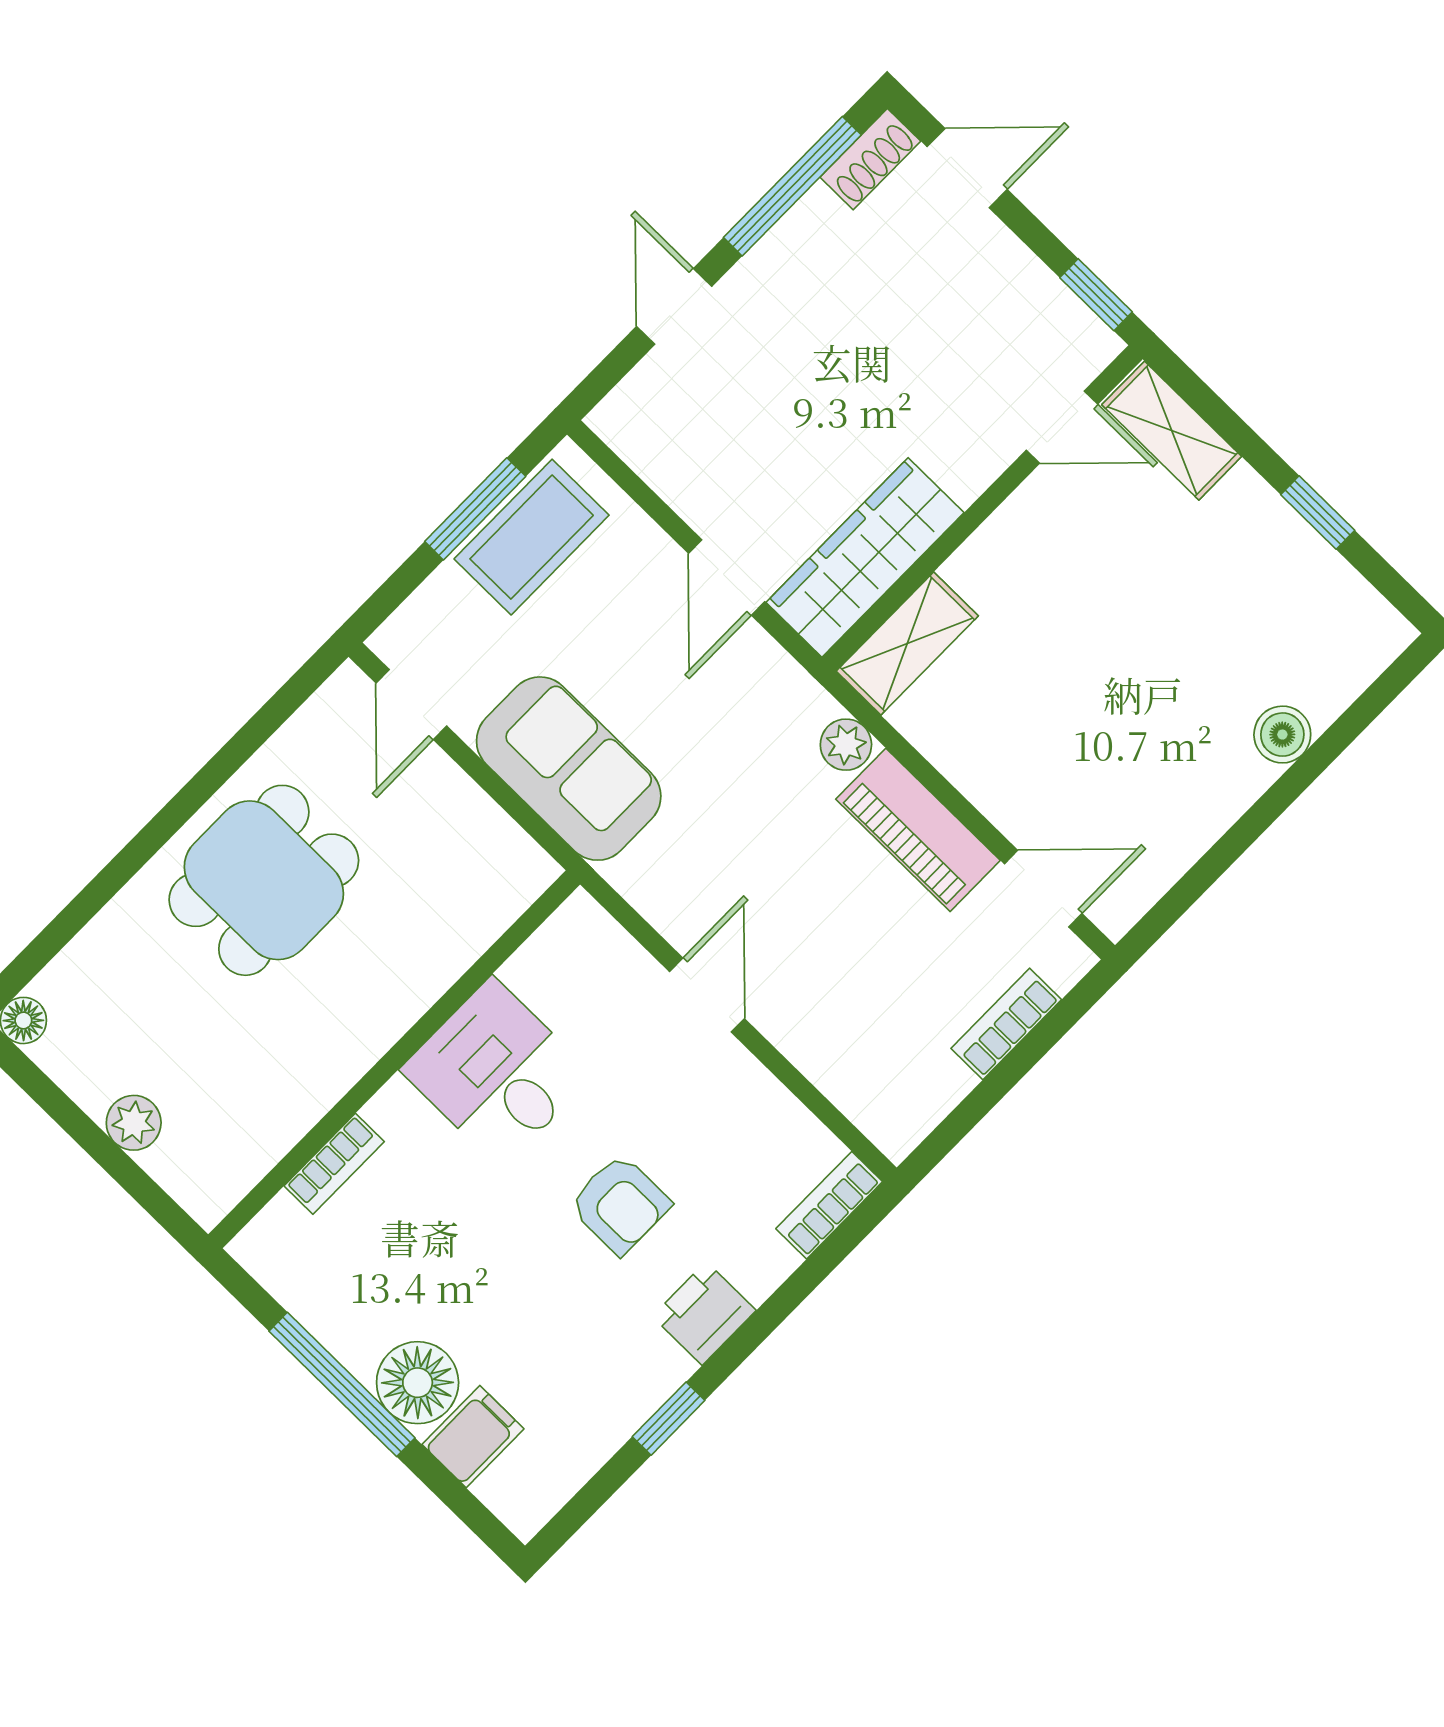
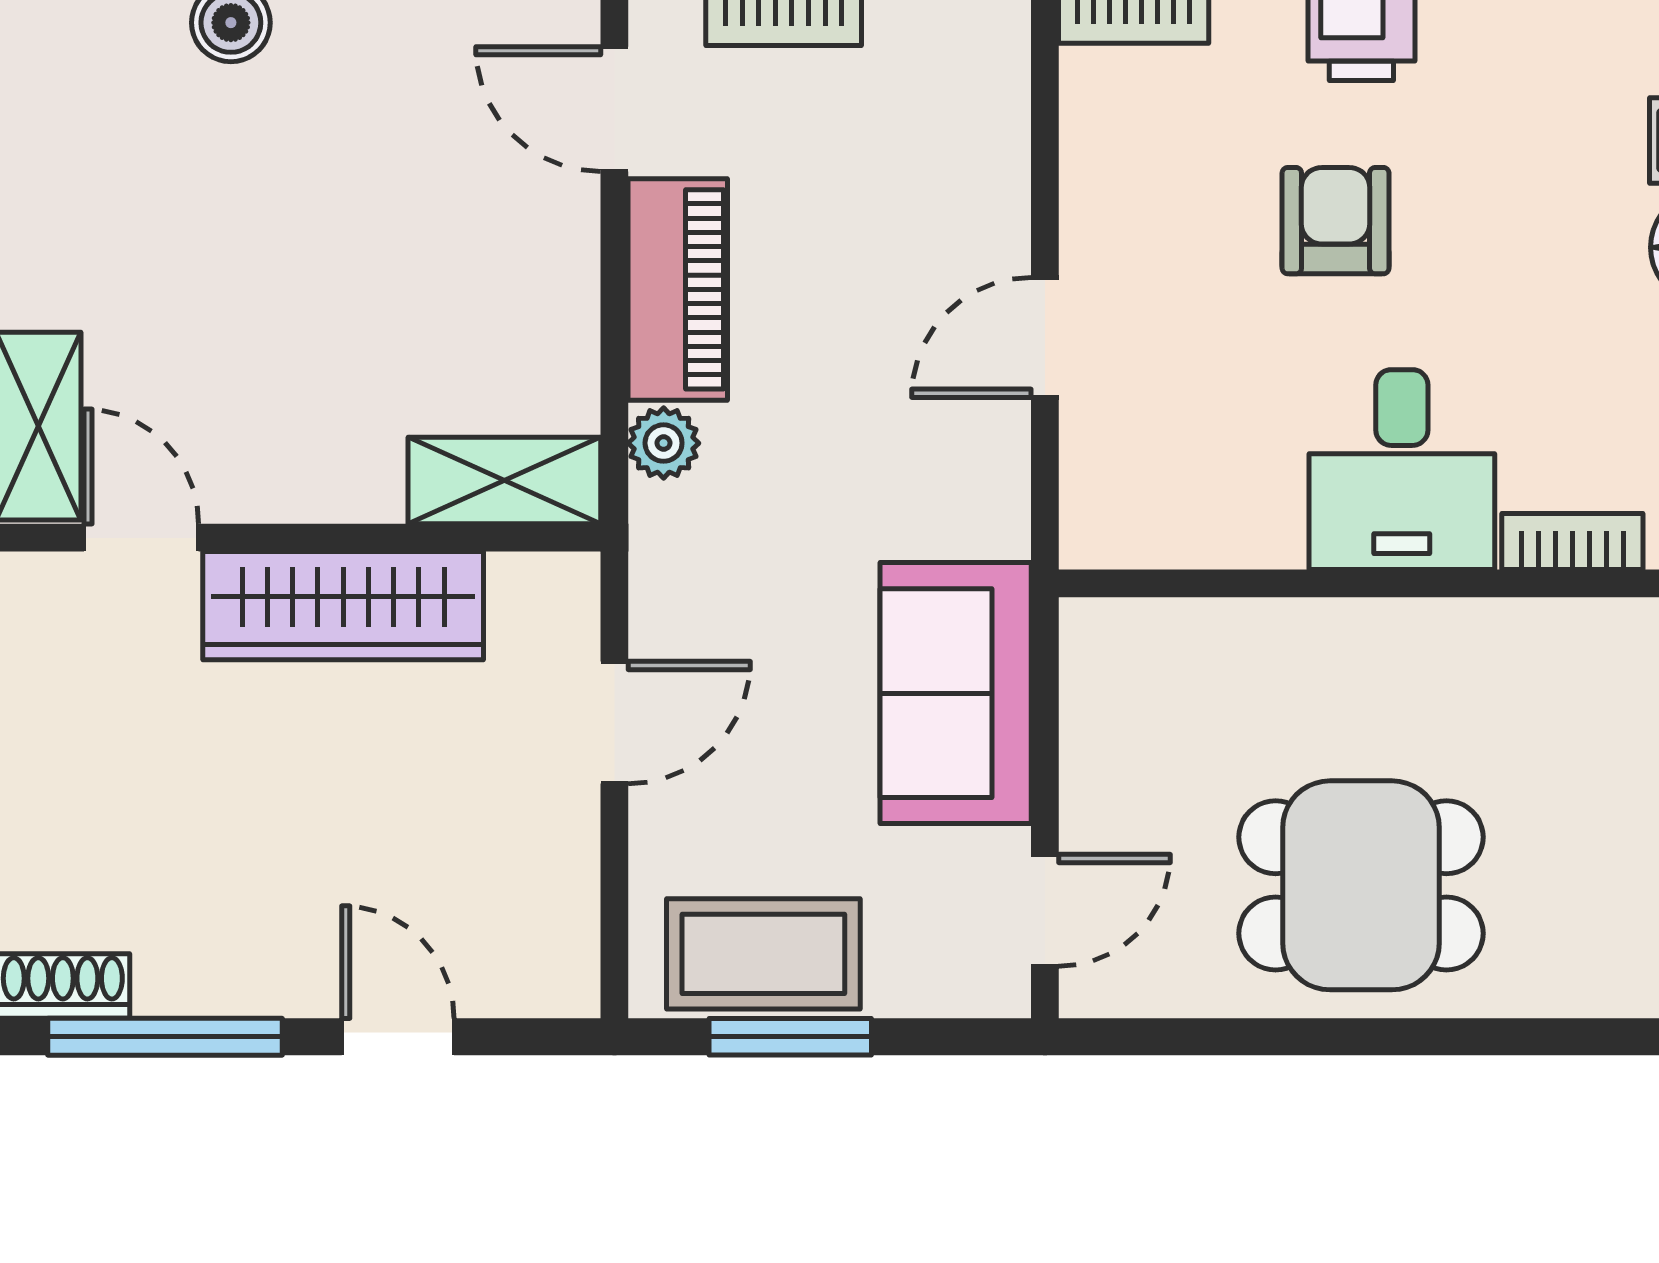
door: (674, 306) -> (398, 1037), swing flipped
wardrobe: (865, 557) -> (343, 606), moved
desk: (497, 1073) -> (1402, 470), moved

